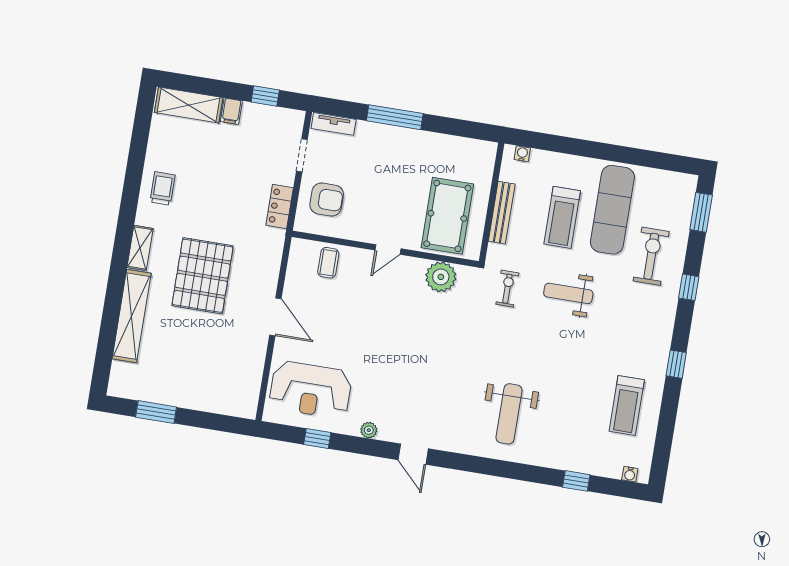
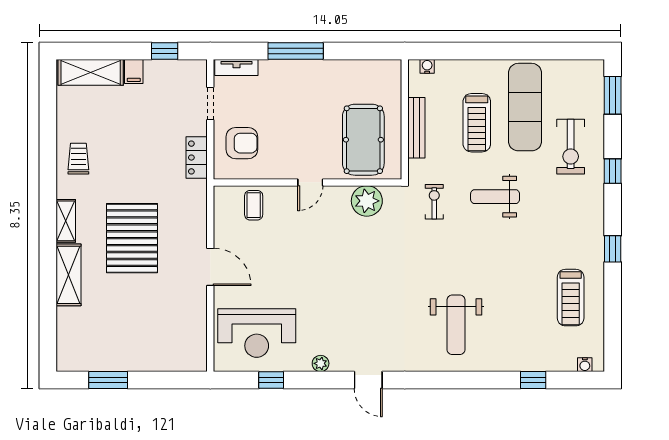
exercise bike: (651, 256) -> (571, 147), turned 180
shelving: (132, 316) -> (69, 275), width x0.68

